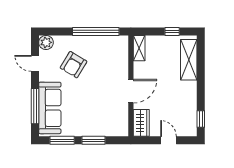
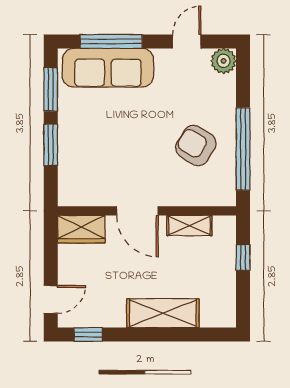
window: (172, 31) -> (243, 257), moved
shelving: (139, 48) -> (189, 226), moved
shelving: (189, 60) -> (163, 313), moved
armchair: (74, 65) -> (196, 145), moved
door: (168, 140) -> (51, 299), moved

